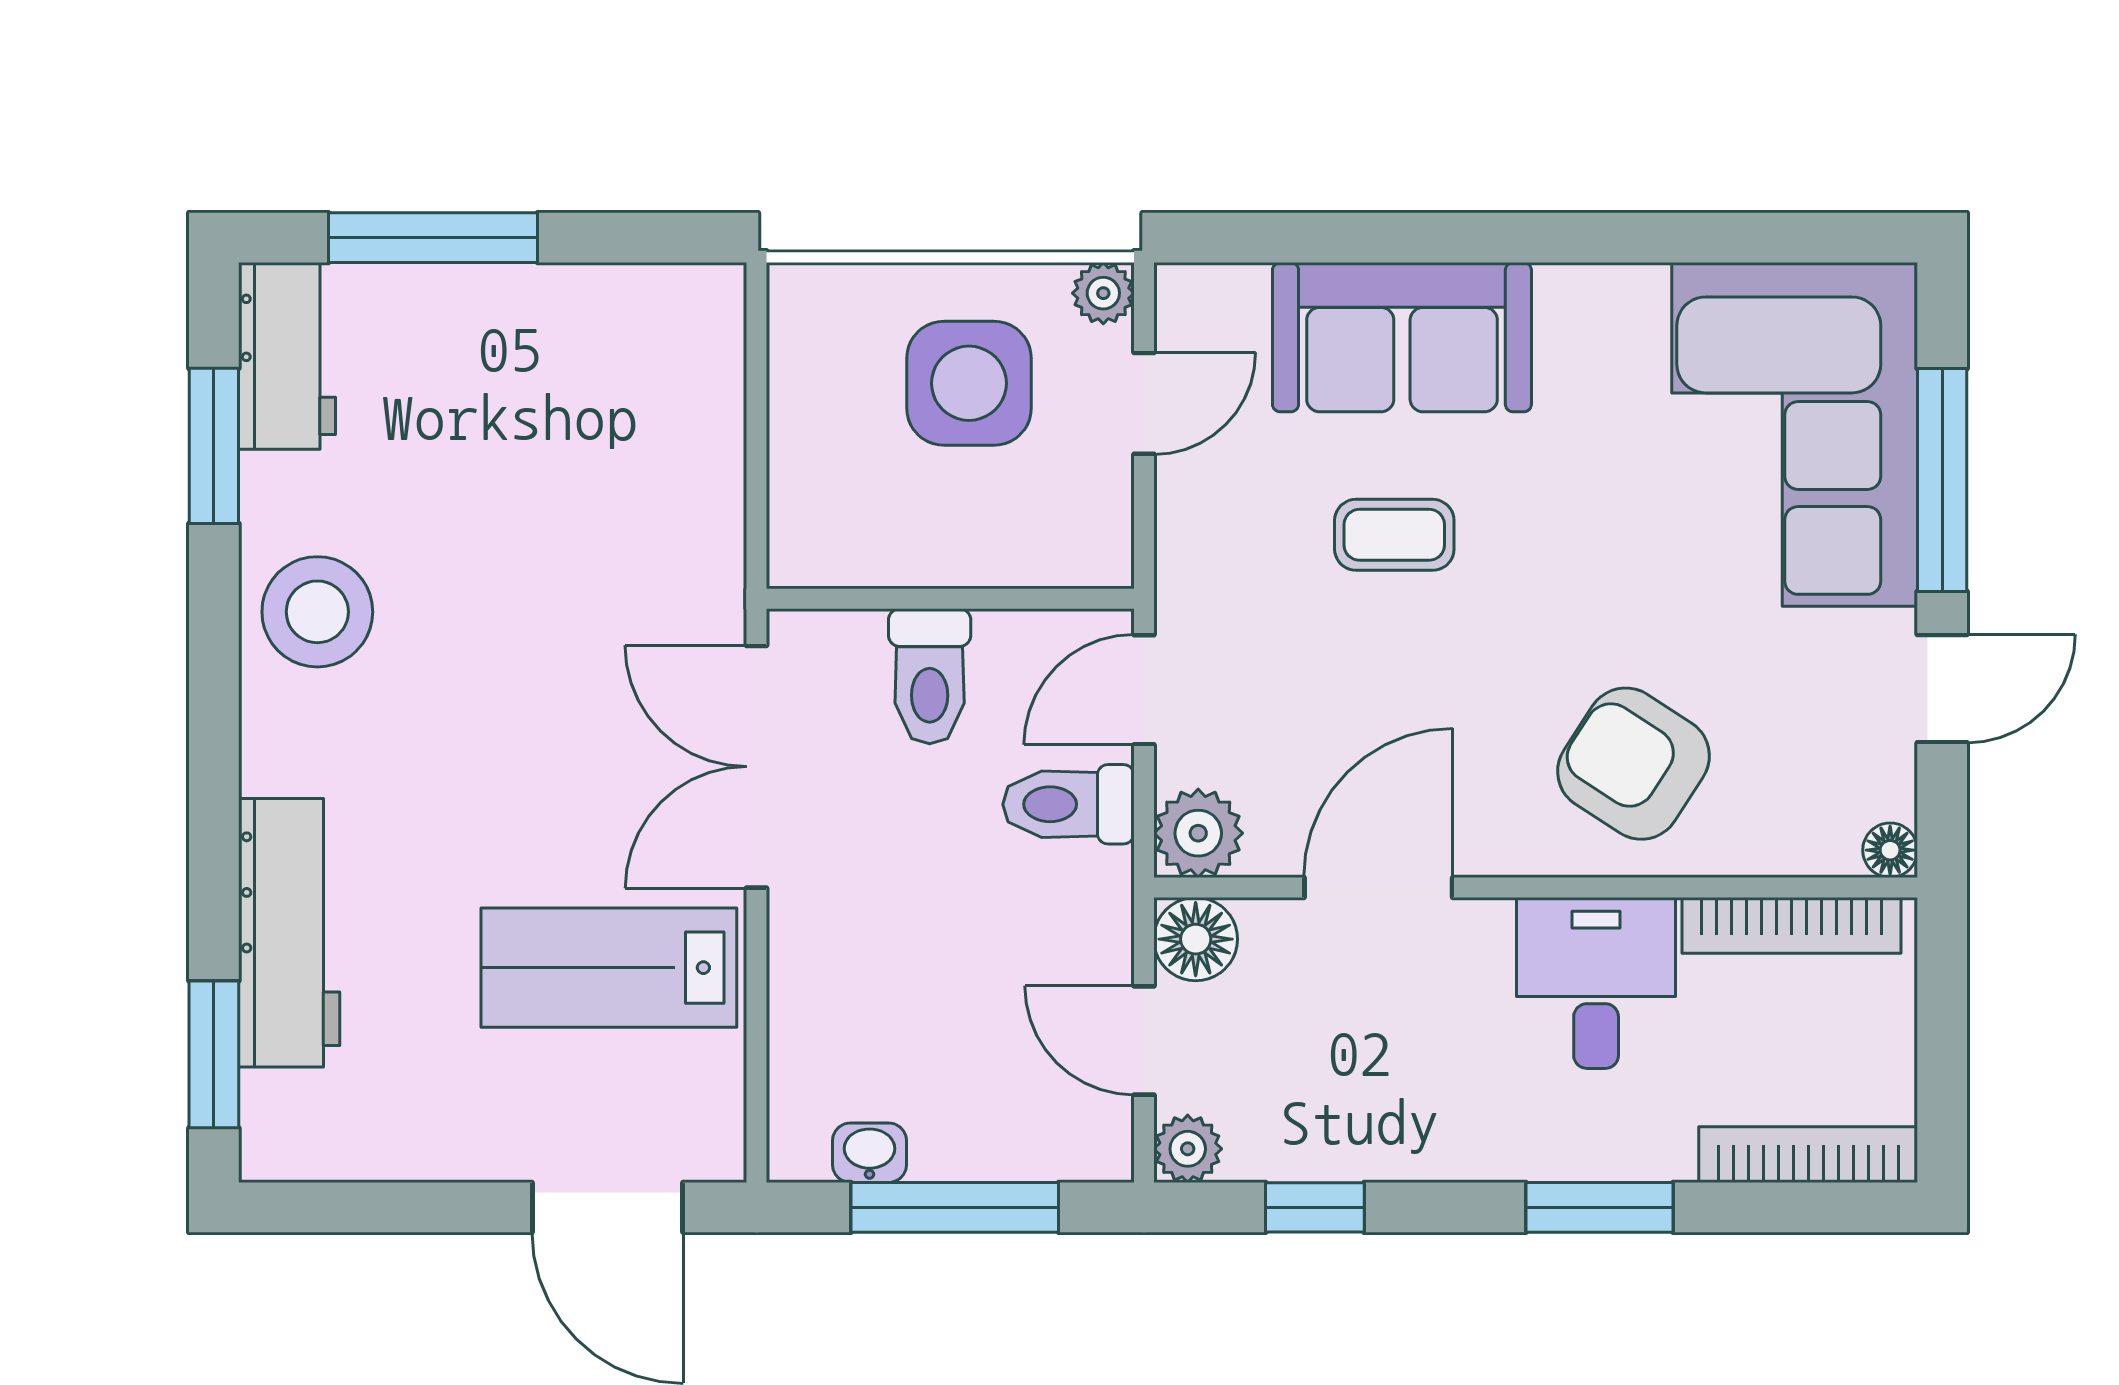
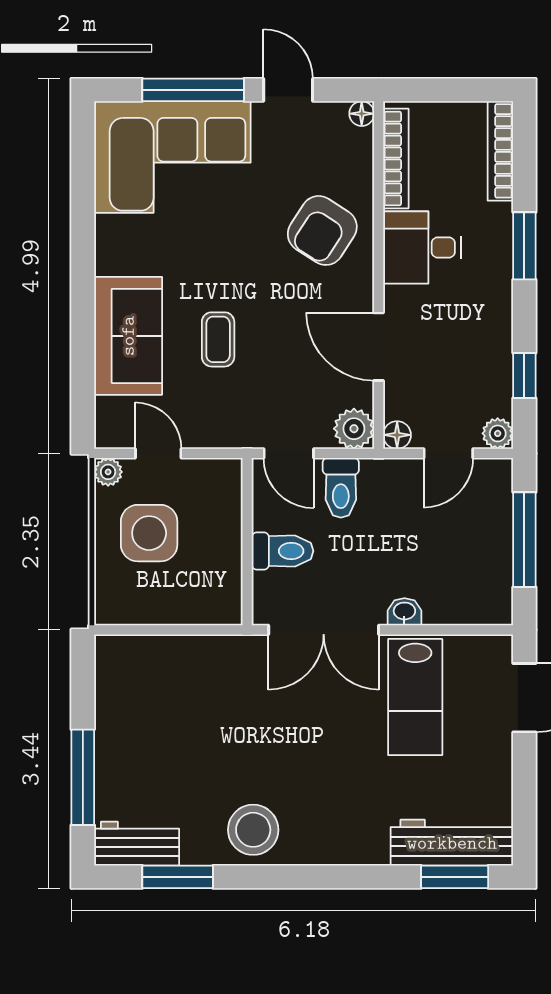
workbench: (289, 933) -> (452, 843), moved
floor lamp: (1196, 939) -> (397, 435), width x0.73, depth x0.73
washbasin: (869, 1153) -> (404, 612), moved, turned 90

